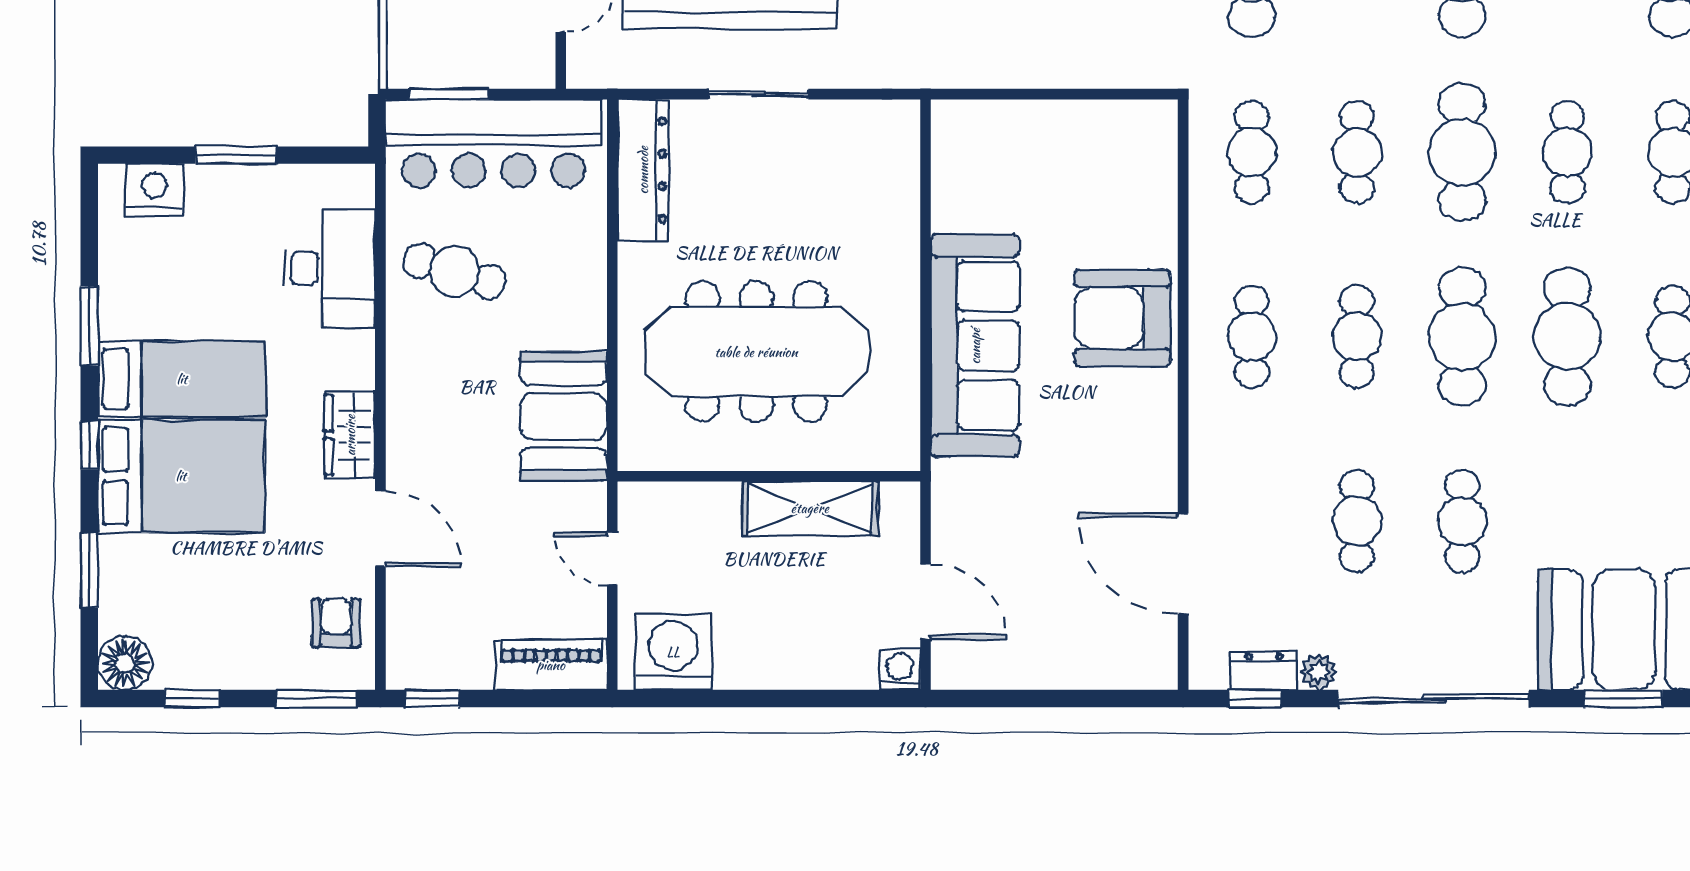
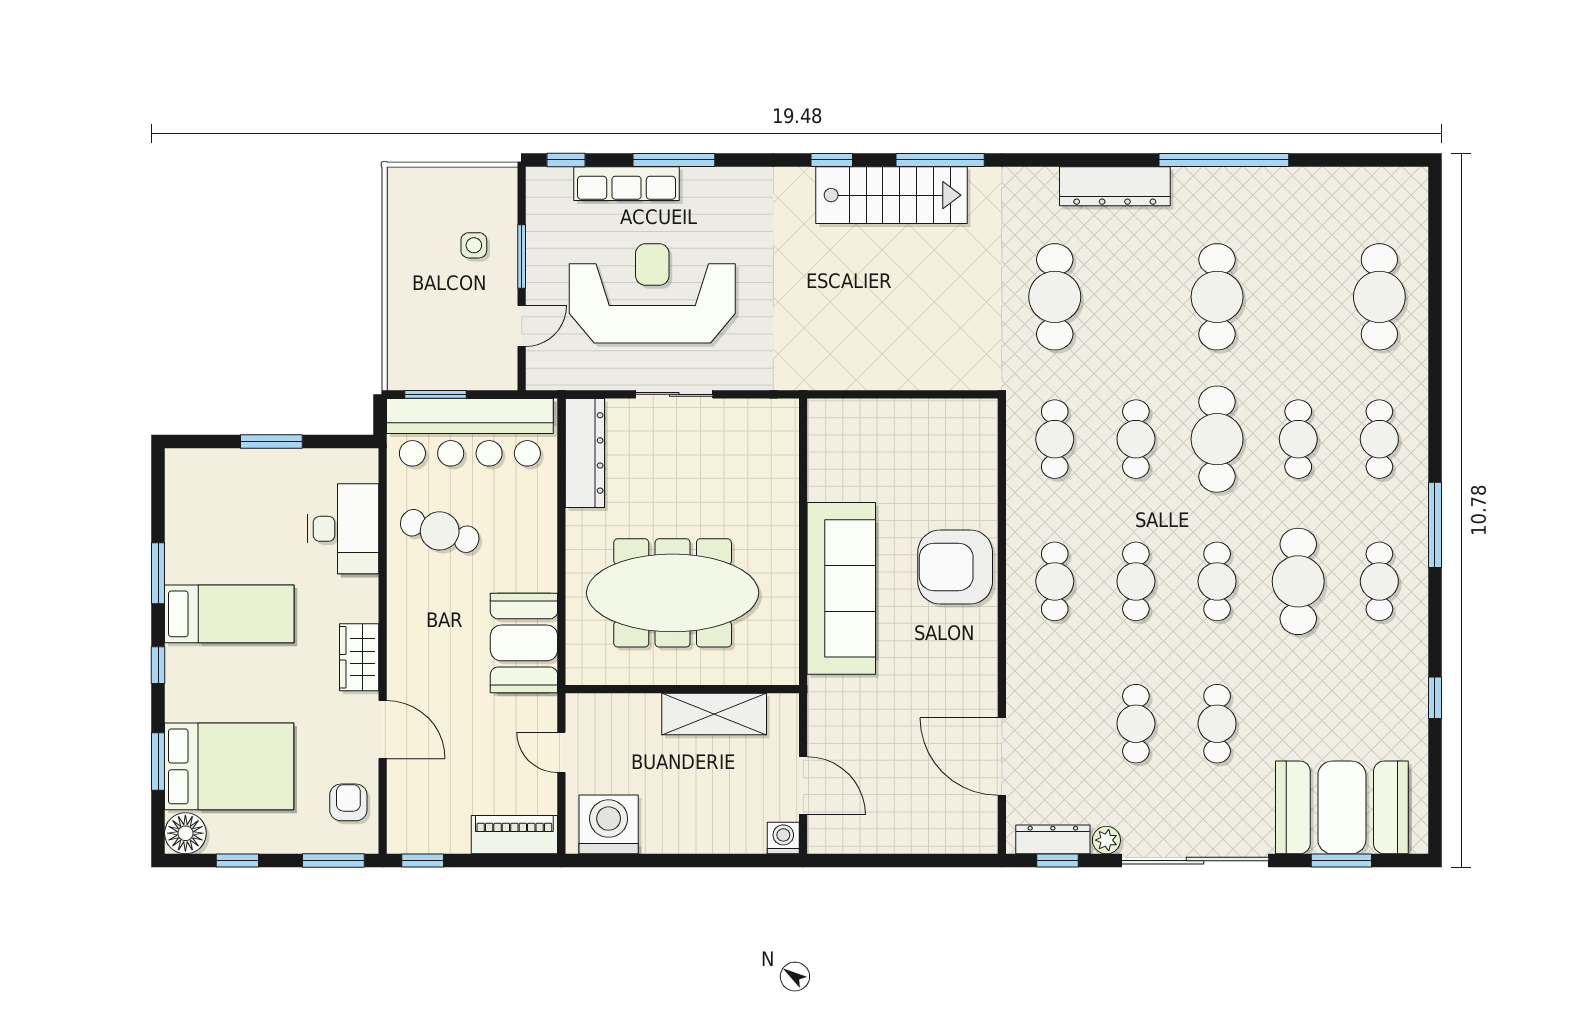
nightstand: (154, 189) -> (208, 468), removed
cafe table: (1462, 337) -> (1217, 581), width x0.73, depth x0.74
bed: (181, 476) -> (229, 766), moved
dresser: (1264, 671) -> (1053, 839), width x1.44

